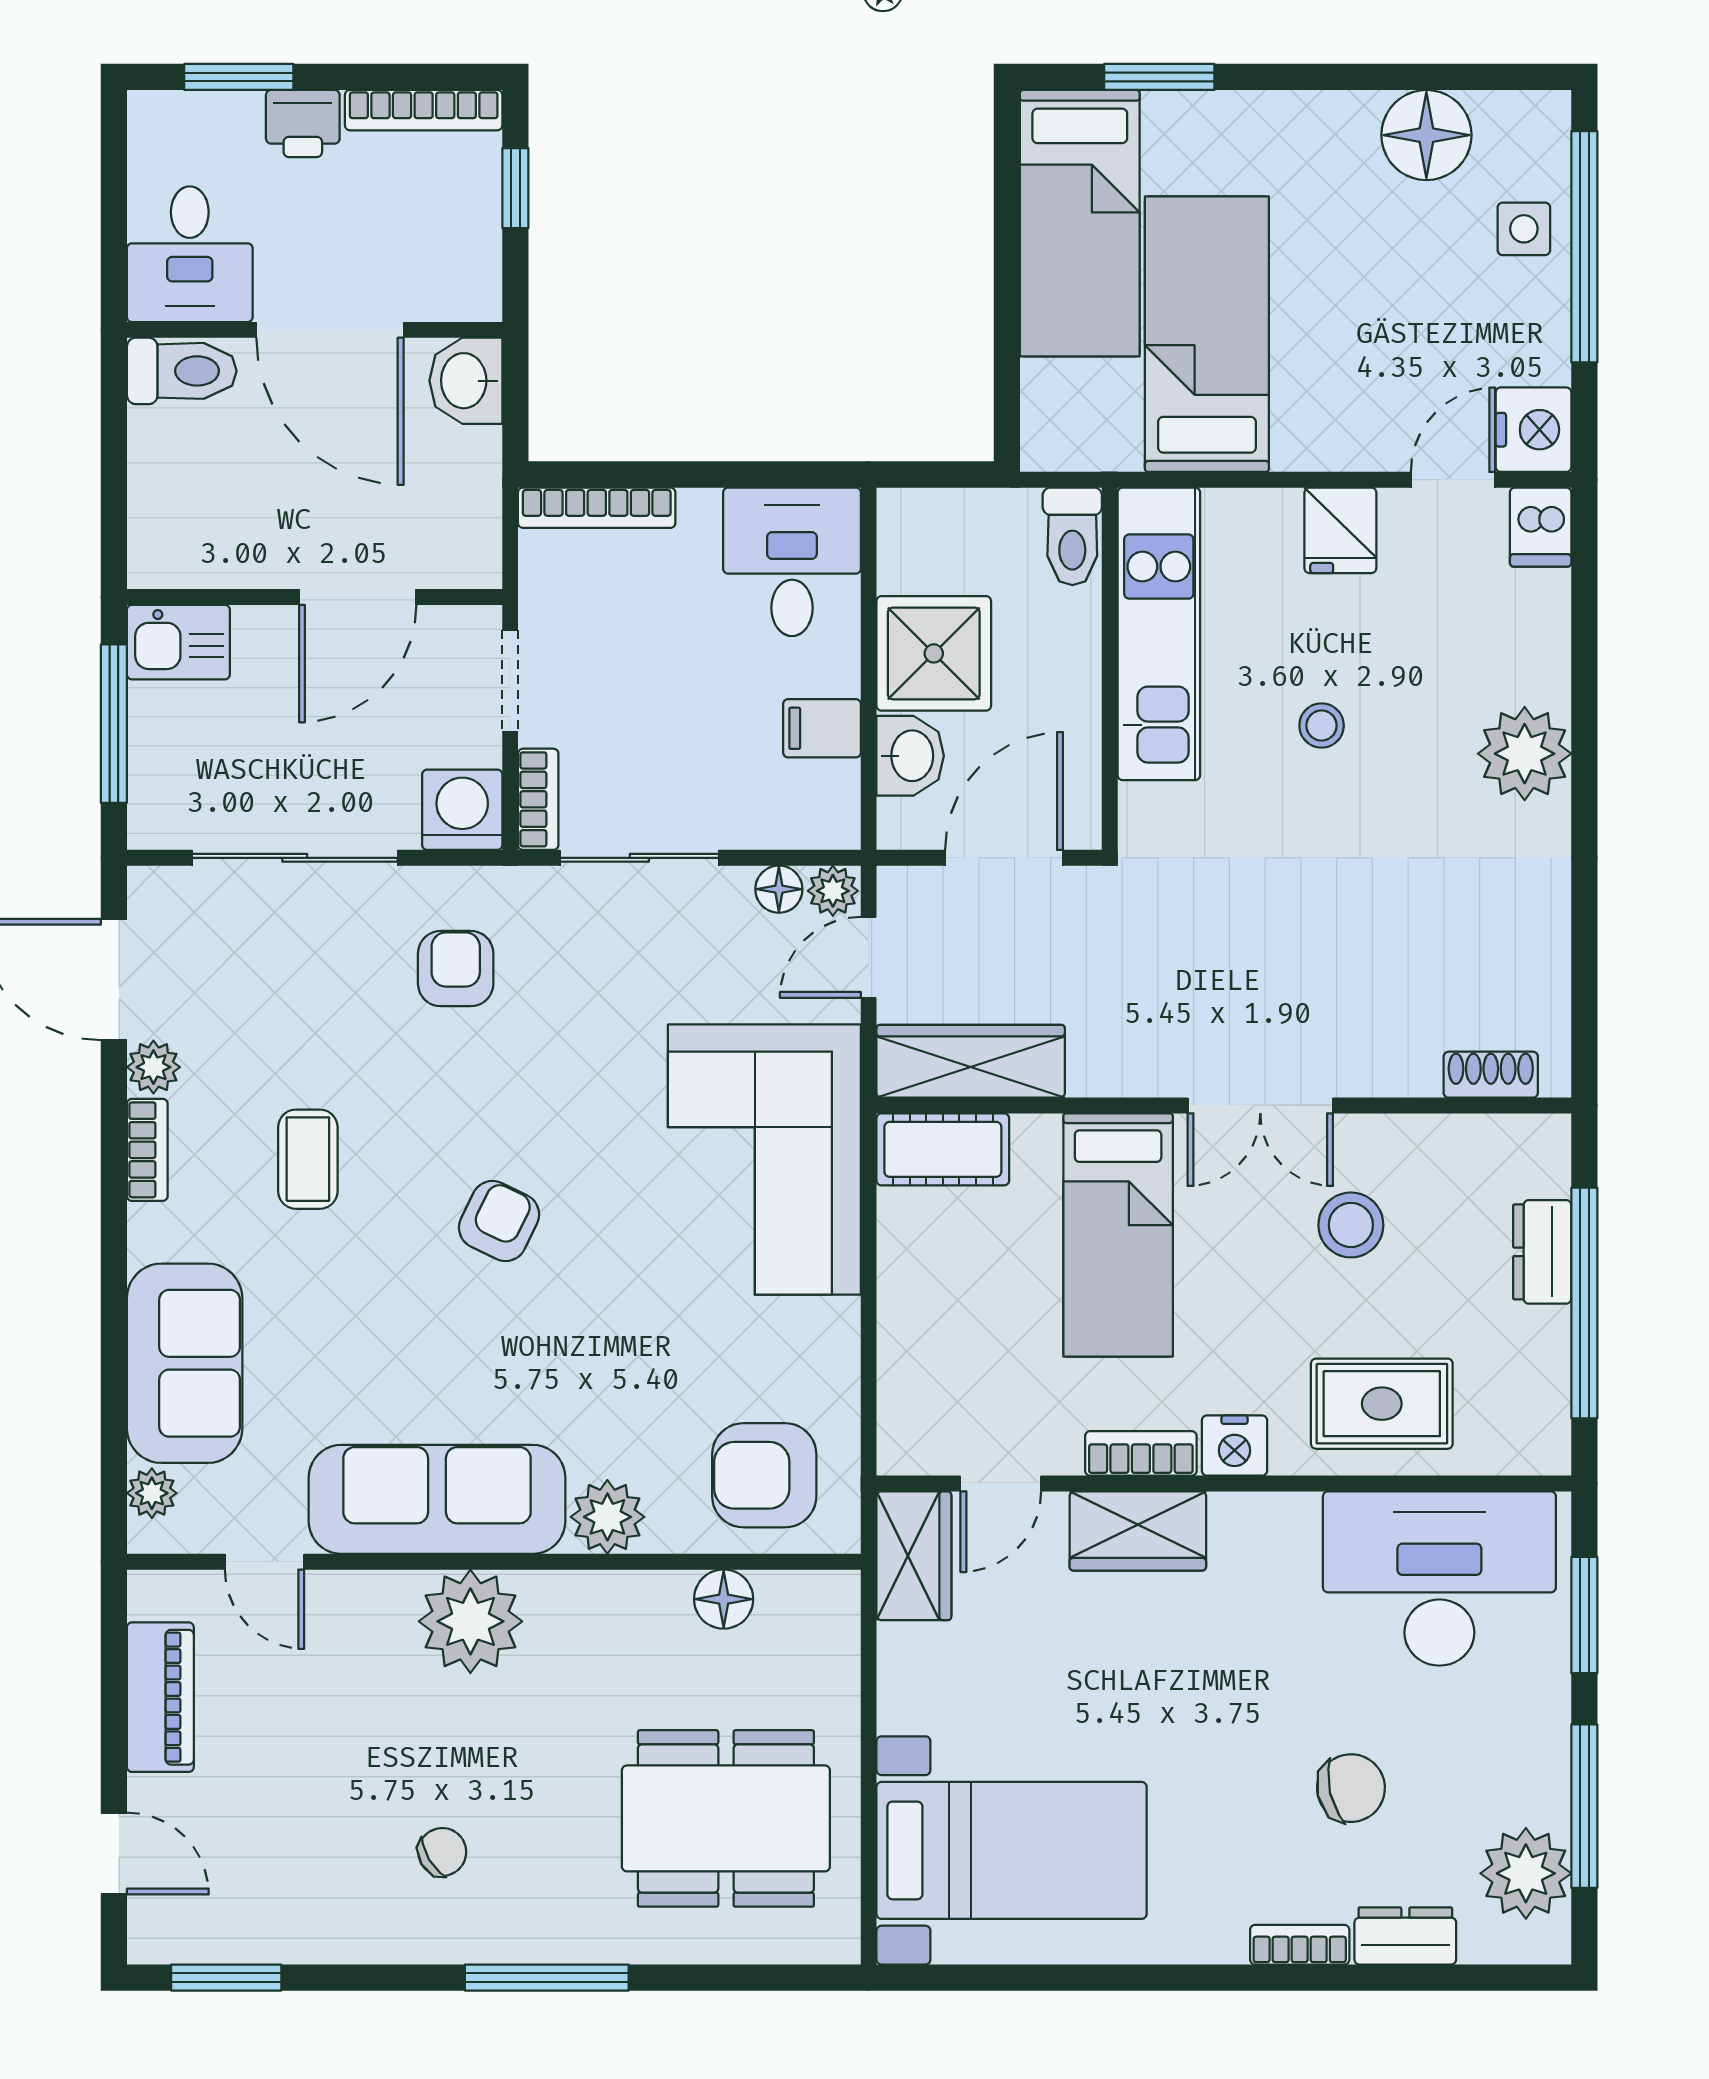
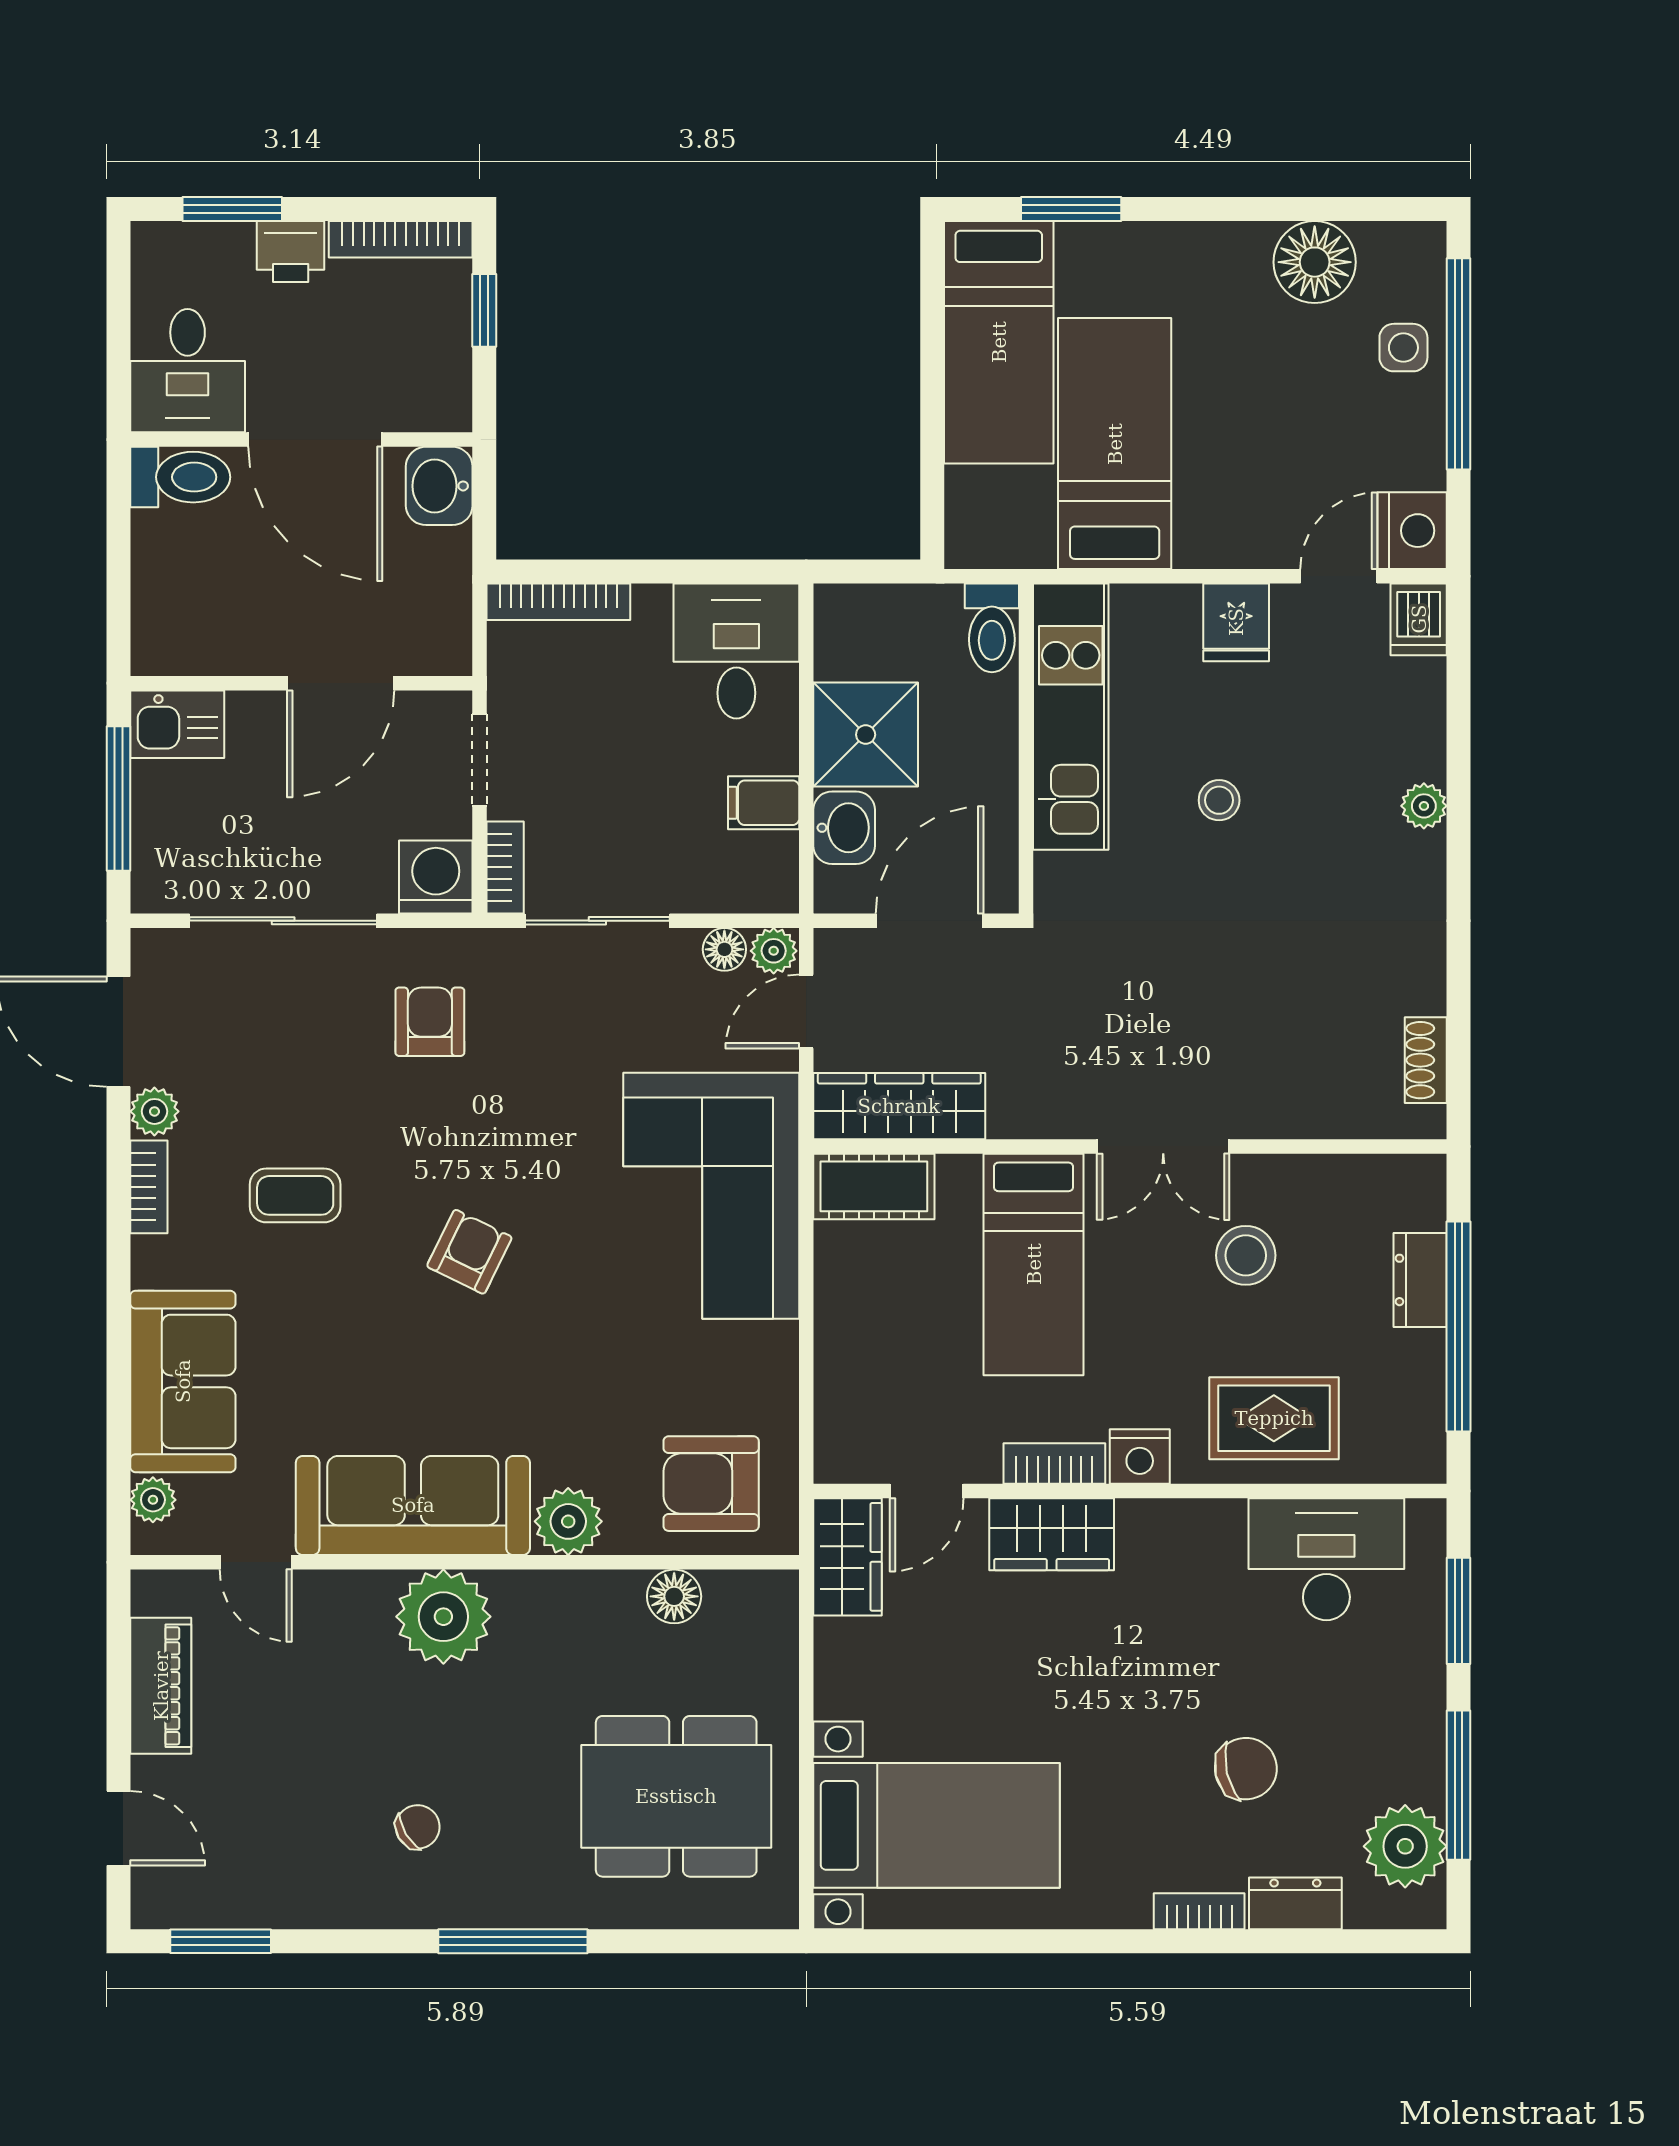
plant: (1525, 754) -> (1424, 806), width x0.53, depth x0.53
shoe rack: (1491, 1075) -> (1426, 1060), moved, turned -90
coffee table: (308, 1159) -> (295, 1195), turned 90
desk: (1439, 1578) -> (1326, 1559), width x0.73, depth x0.77

